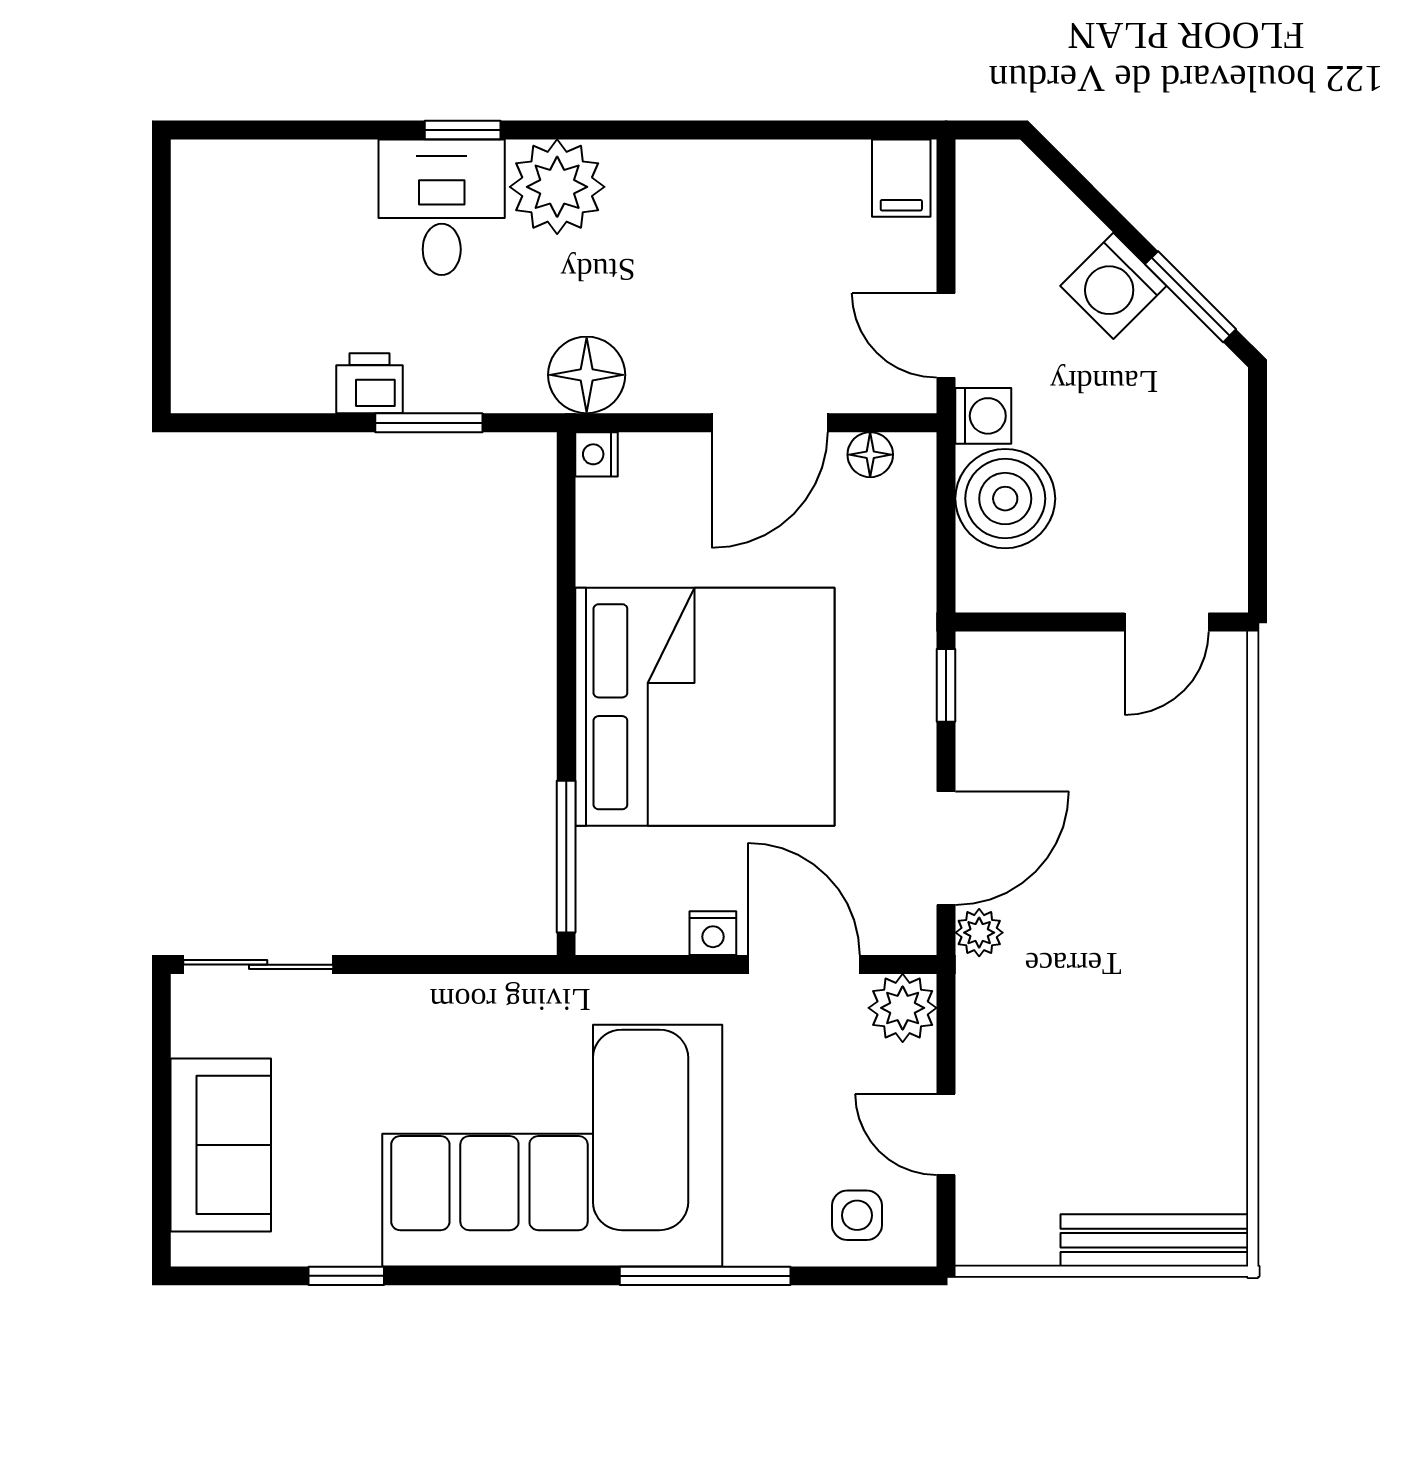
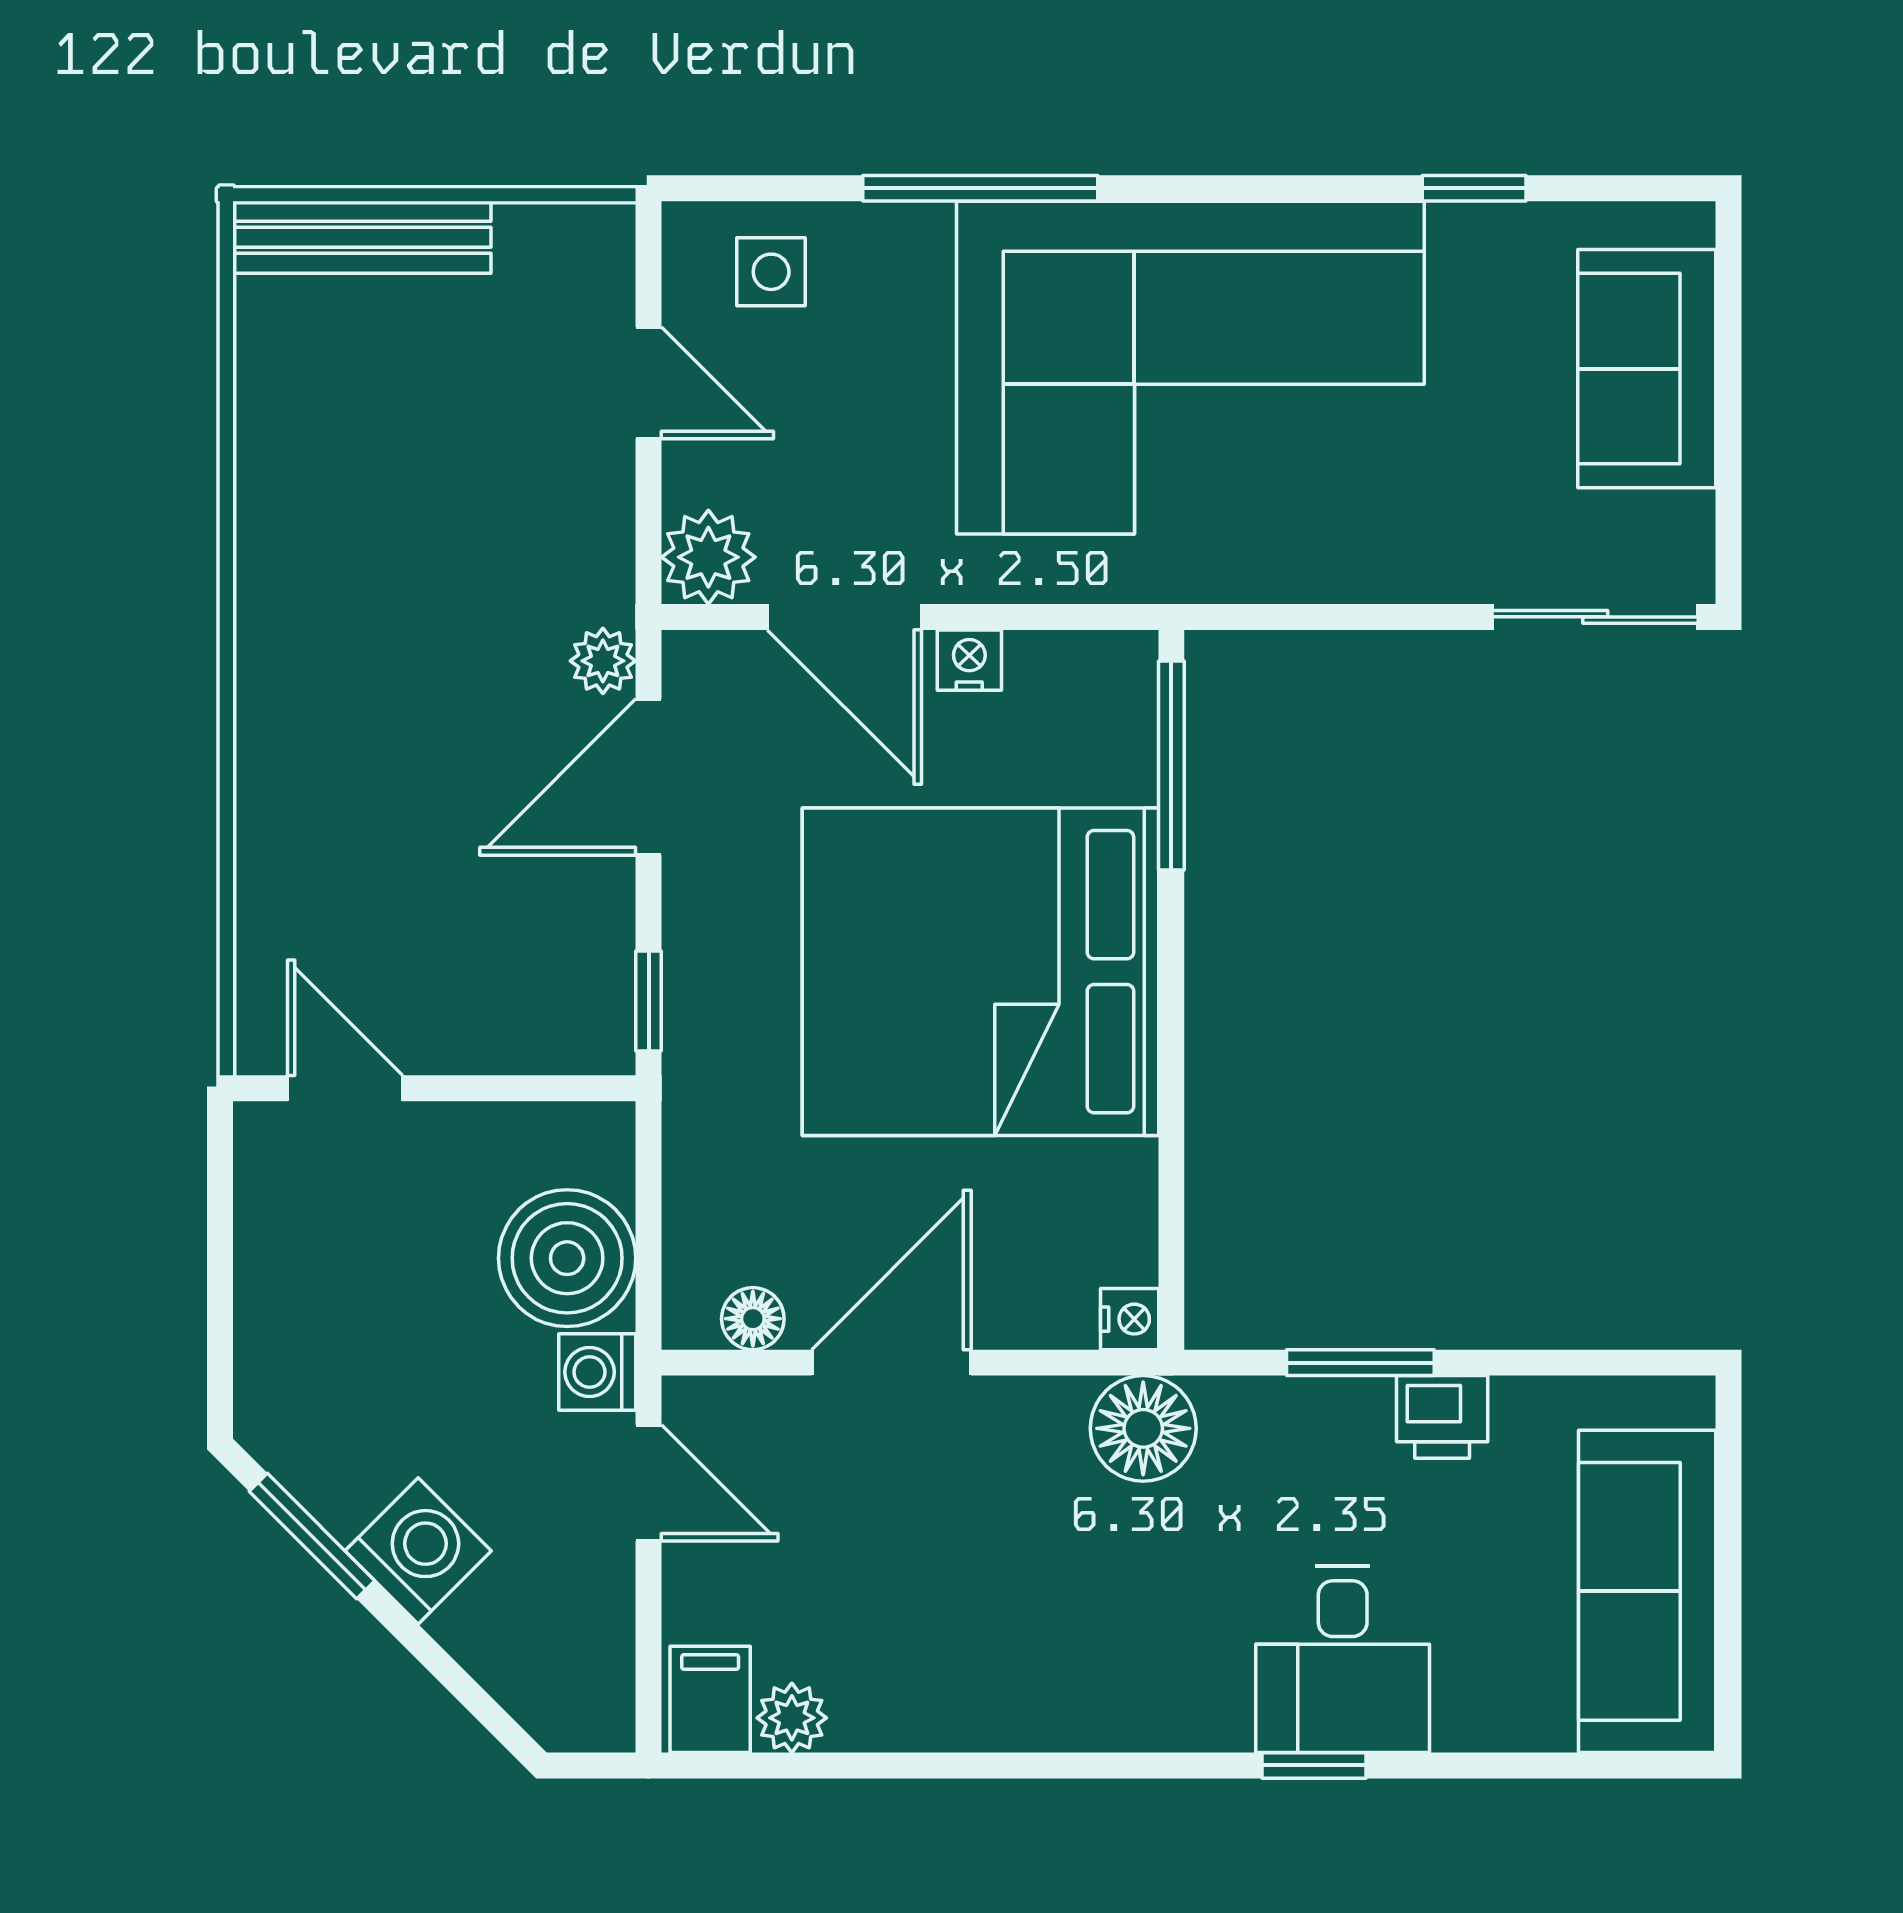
plant: (557, 187) -> (792, 1718), moved, width x0.53, depth x0.53
sofa: (220, 256) -> (1647, 1591), added
door: (1167, 622) -> (345, 1088), hinge flipped

